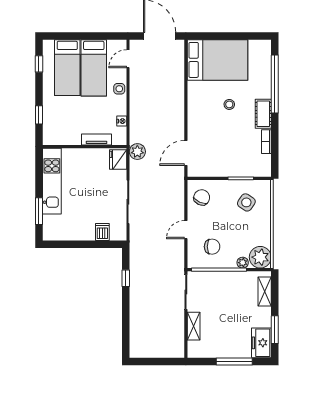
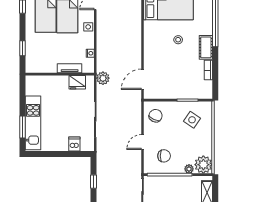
fridge: (118, 160) -> (77, 82), moved, turned -90
kitchen unit: (52, 181) -> (33, 123), moved

